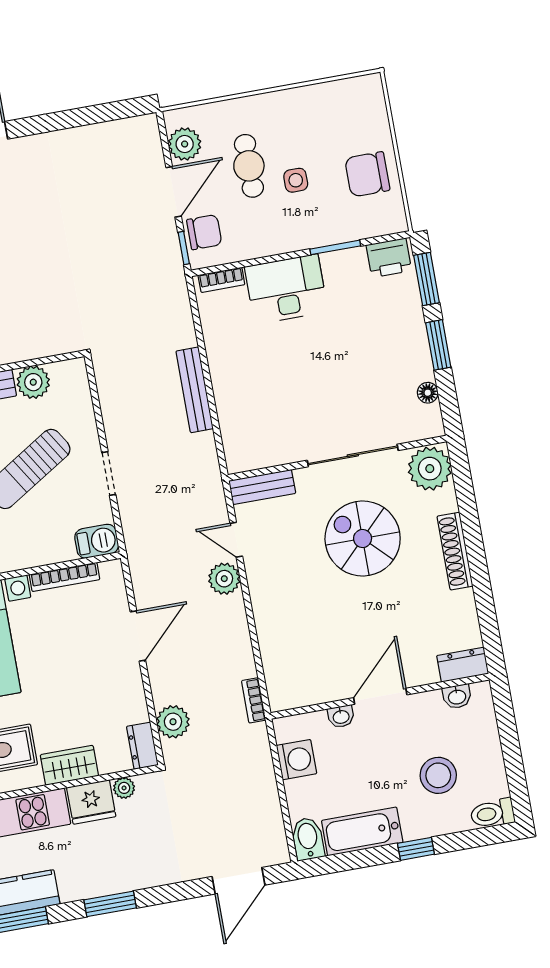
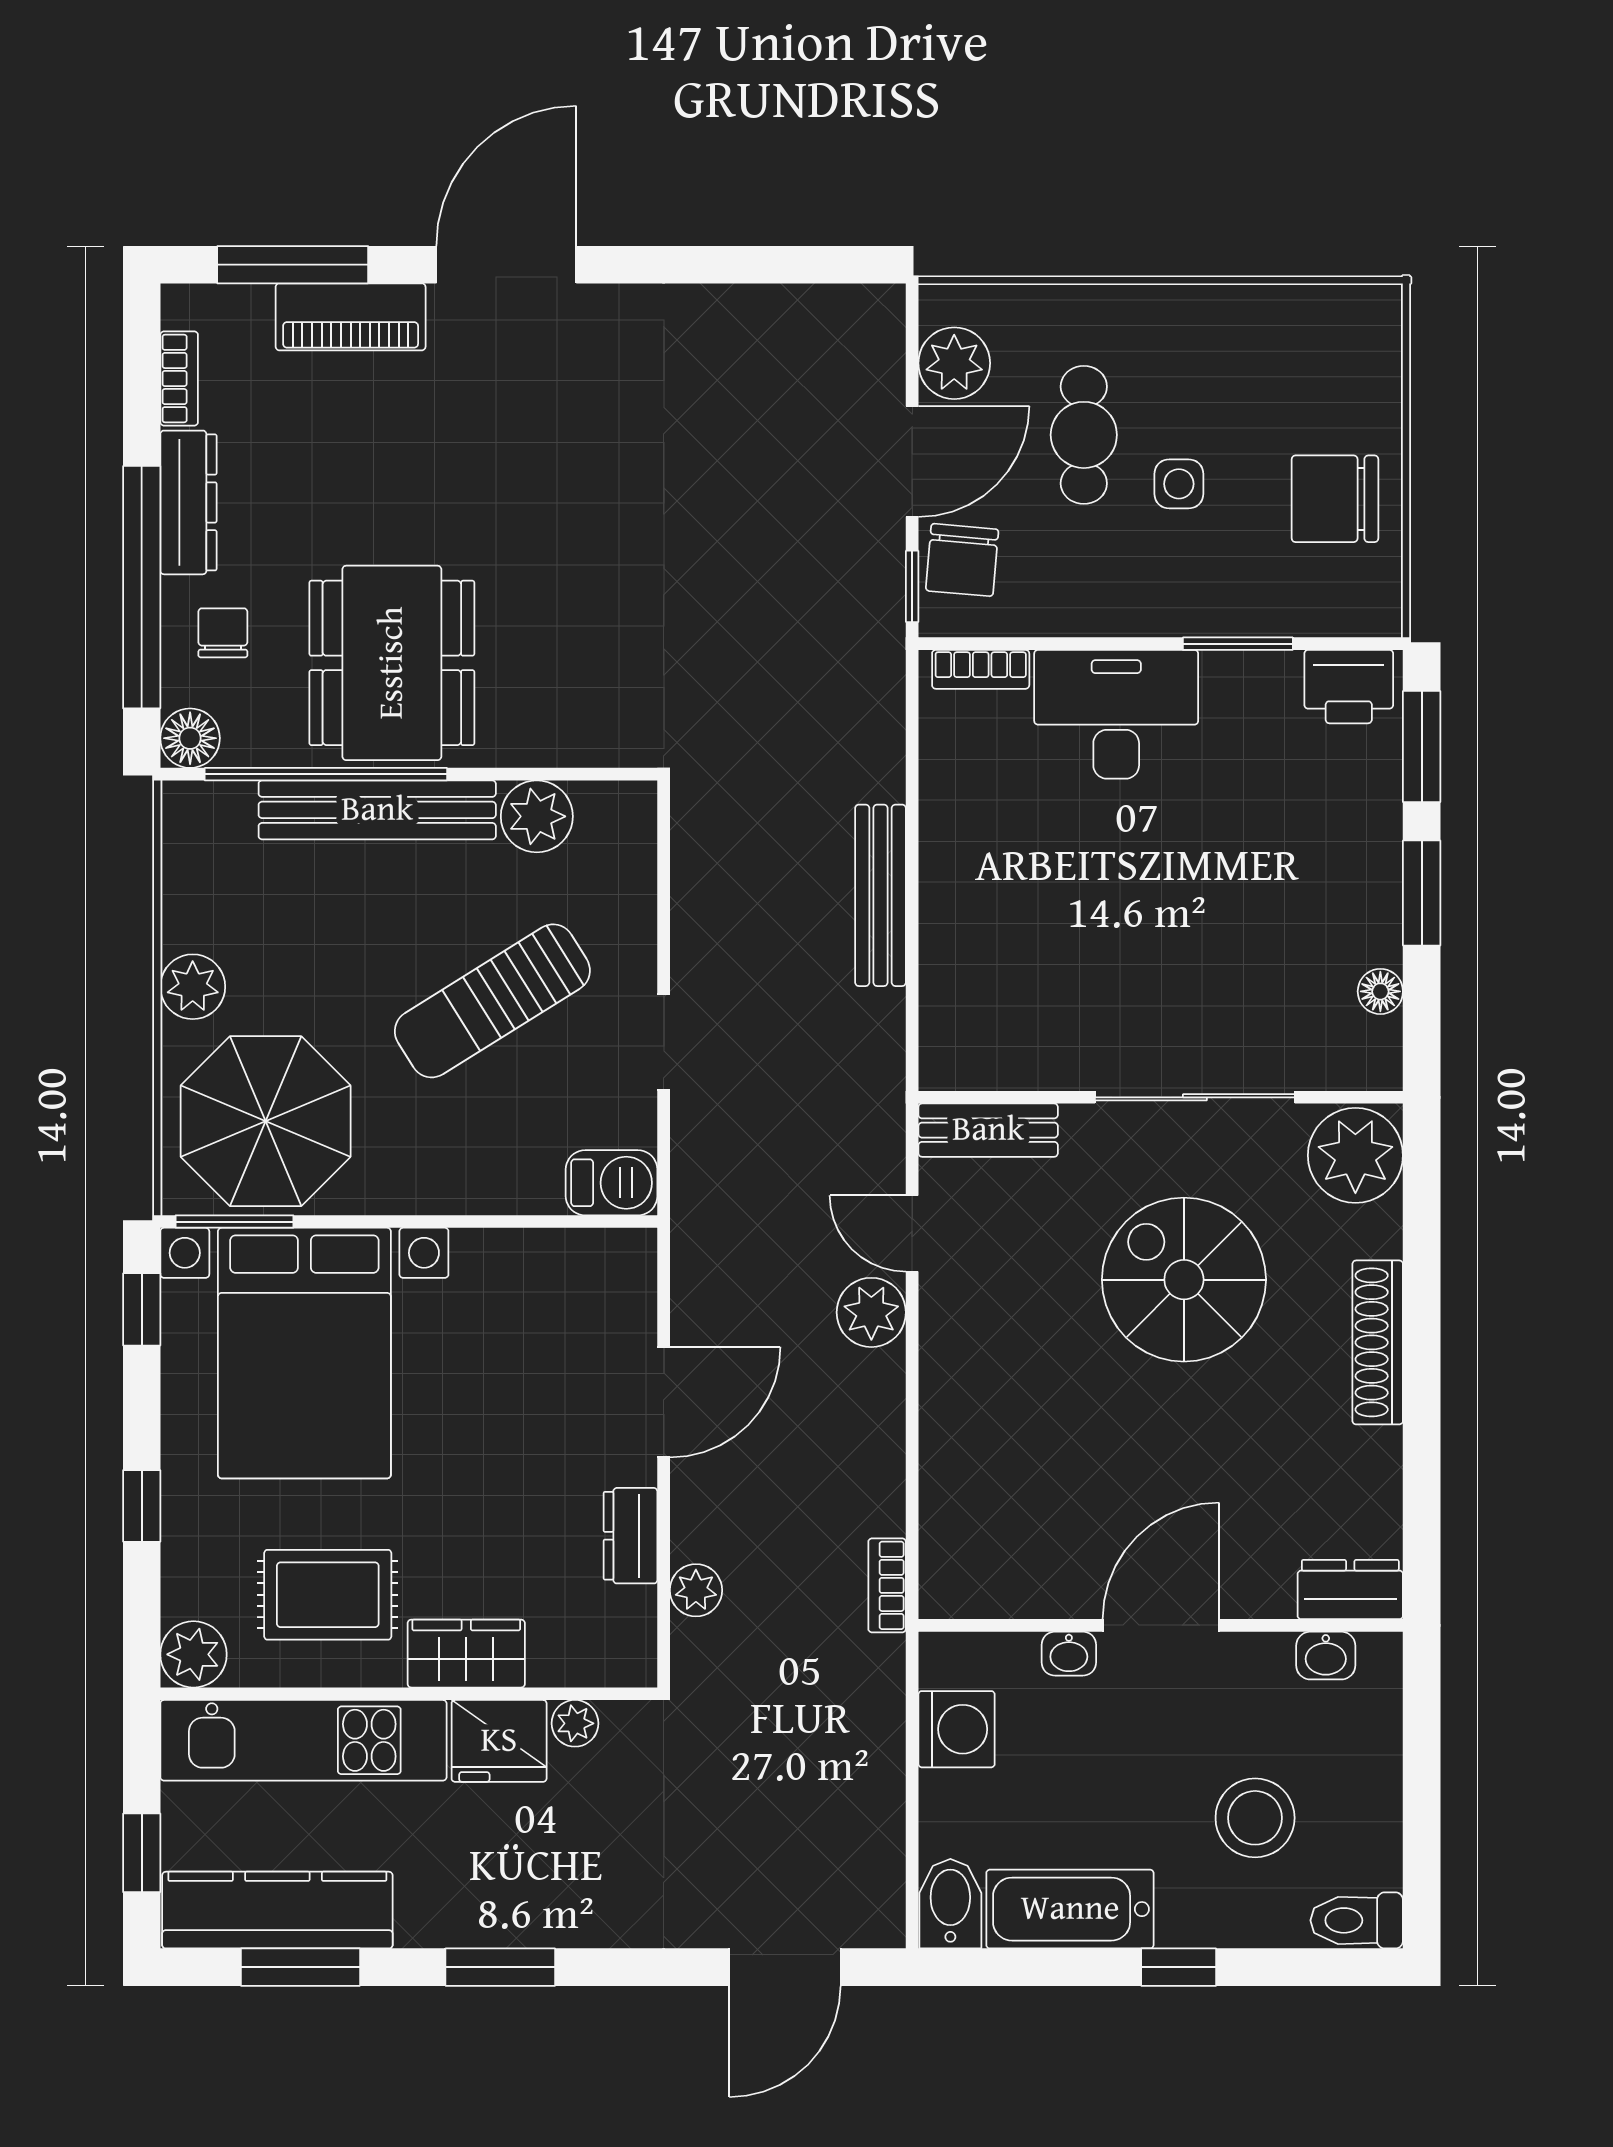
chair: (204, 232) -> (962, 560), turned 95
bookcase: (64, 577) -> (529, 1247), removed
plant: (173, 722) -> (696, 1590), width x0.73, depth x0.73
dresser: (142, 746) -> (630, 1536), moved

